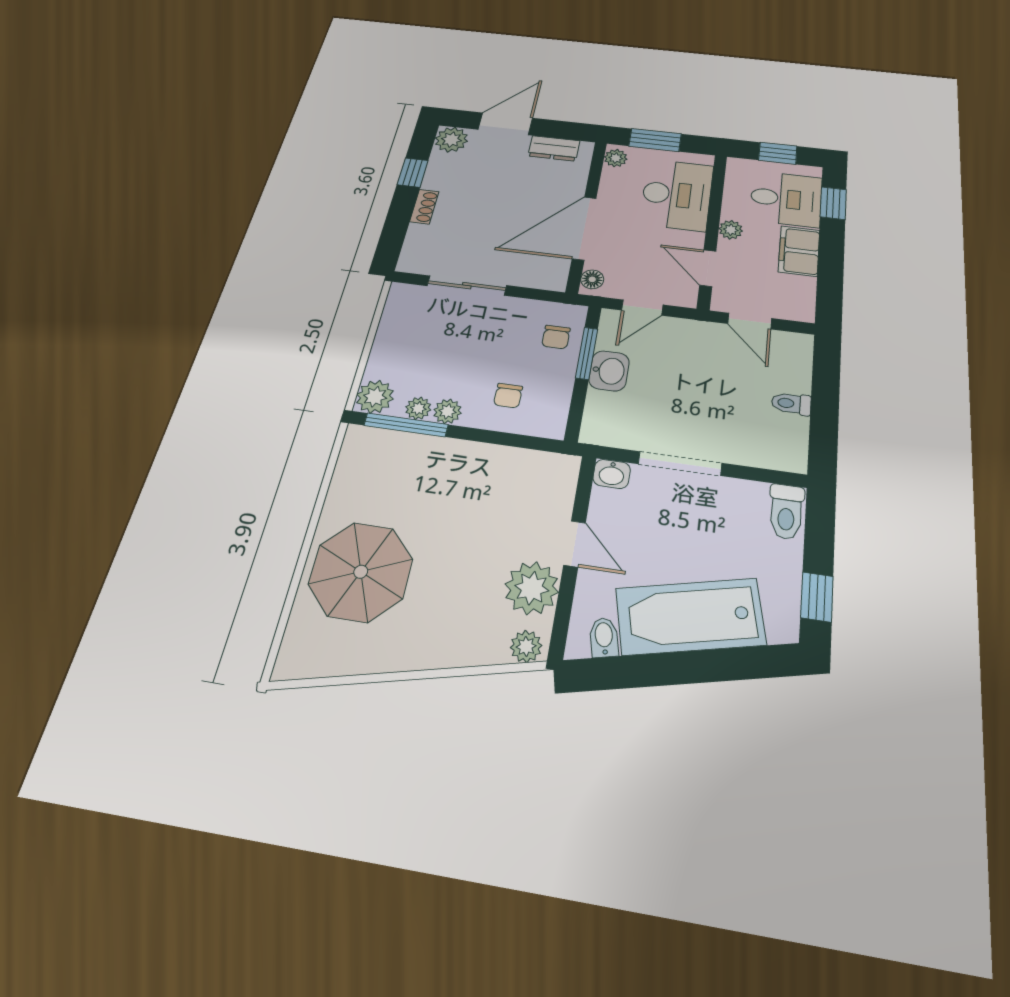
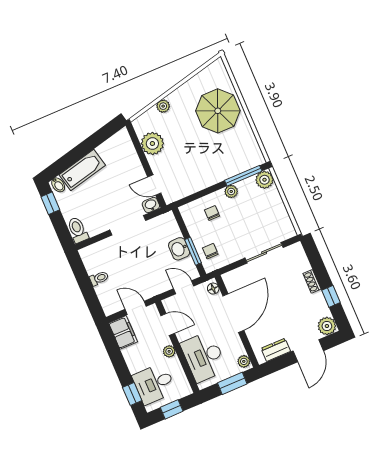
filing cabinet: (799, 251) -> (123, 332), moved
door: (642, 308) -> (184, 287), hinge flipped
plant: (418, 408) -> (244, 186), removed
door: (575, 544) -> (154, 185), moved
bathtub: (690, 616) -> (82, 170), width x0.73, depth x0.73
bidet: (604, 637) -> (58, 185), moved
plant: (526, 646) -> (163, 106), moved

